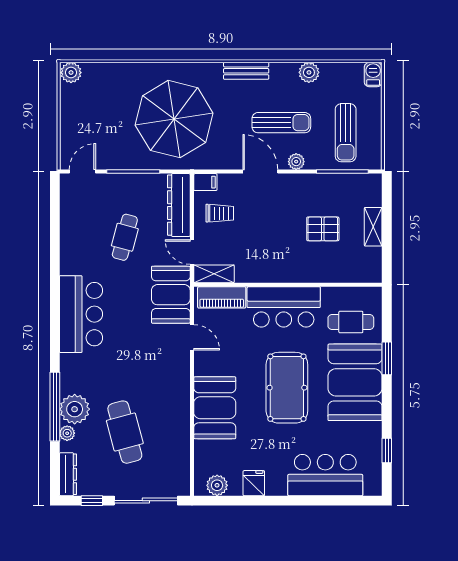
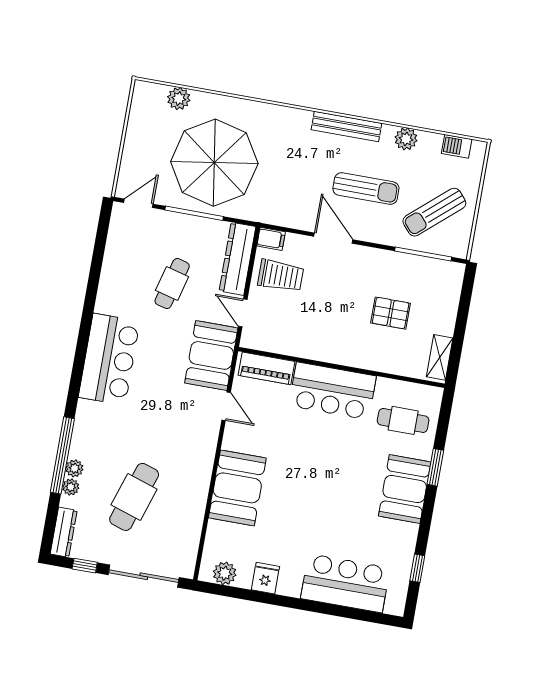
bench: (246, 71) -> (346, 126), width x1.36
plant: (71, 73) -> (179, 99), moved
barbecue: (373, 75) -> (457, 146), moved, turned -90
parasol: (174, 119) -> (214, 163), moved
sun lounger: (346, 133) -> (434, 212), turned 49
plant: (296, 162) -> (375, 234), removed
trolley: (220, 213) -> (281, 276), width x1.36, depth x1.39
shelving: (373, 227) -> (440, 357), moved
shelving: (214, 274) -> (263, 341), removed
booth: (355, 382) -> (405, 489), width x0.73, depth x0.70
pool table: (287, 388) -> (320, 480), removed
plant: (75, 409) -> (74, 468), width x0.53, depth x0.53
cafe table: (125, 432) -> (134, 497), turned 33

